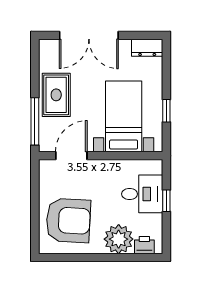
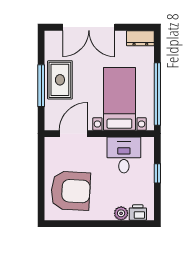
window: (166, 111) -> (157, 94), width x3.17
window: (35, 121) -> (41, 86), moved
desk: (142, 194) -> (124, 155), moved, turned -90
plant: (119, 239) -> (121, 213), width x0.53, depth x0.53

